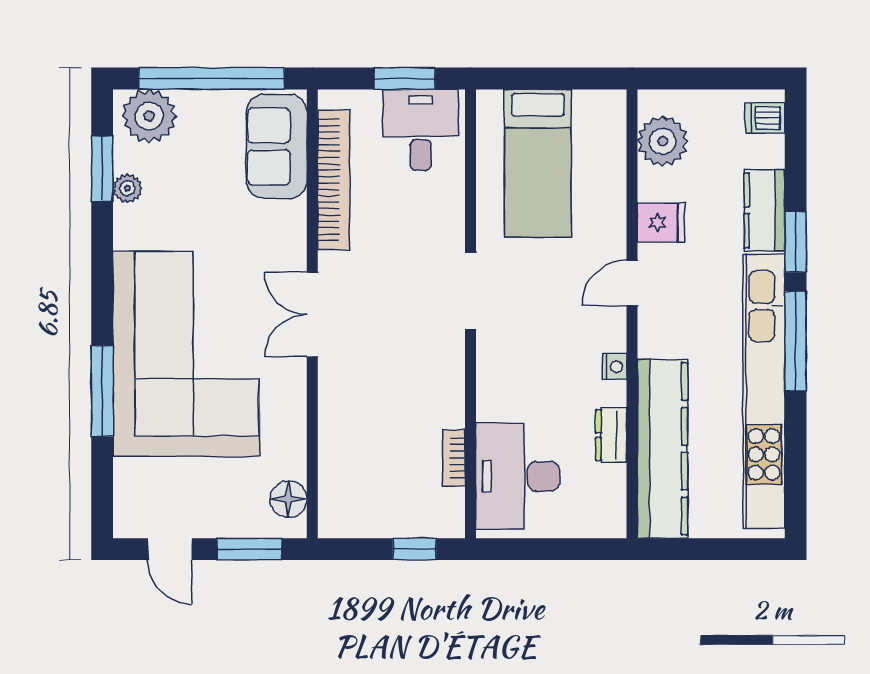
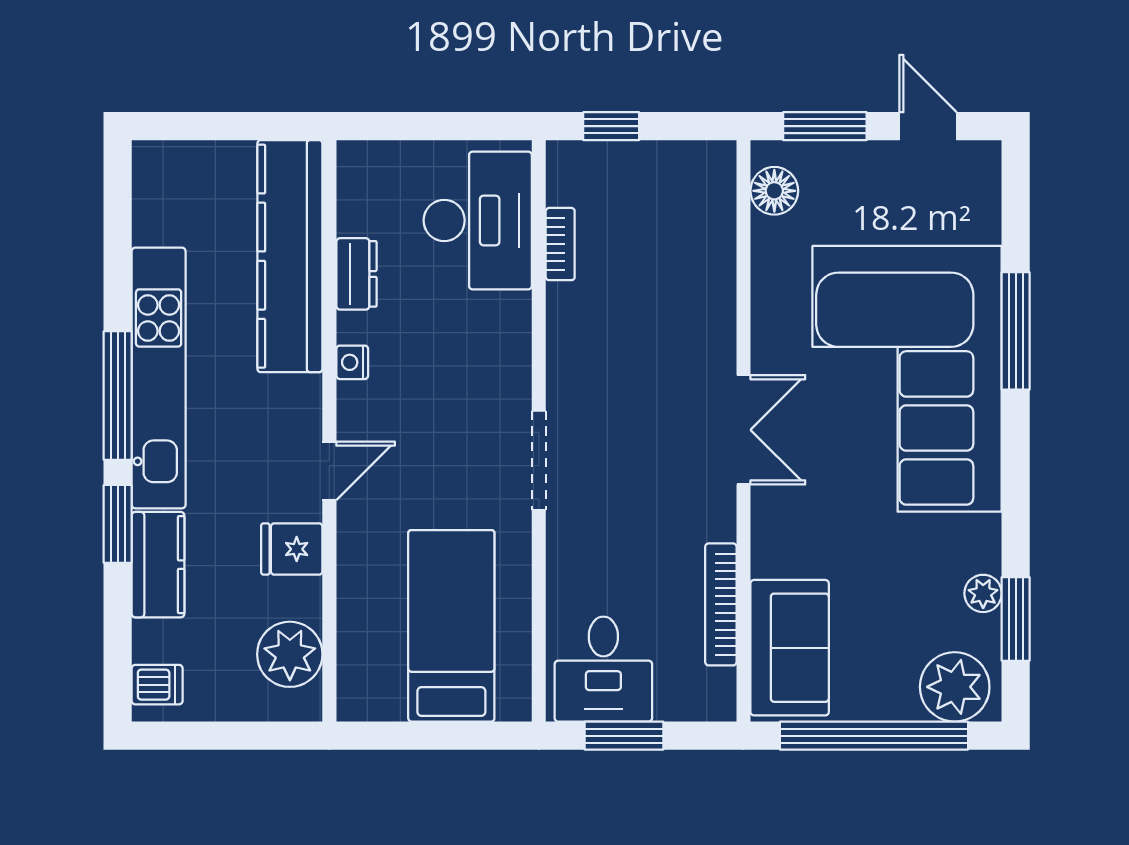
bookcase: (334, 180) -> (721, 604), width x0.68, depth x0.76
kitchen unit: (764, 391) -> (159, 378), width x0.73

